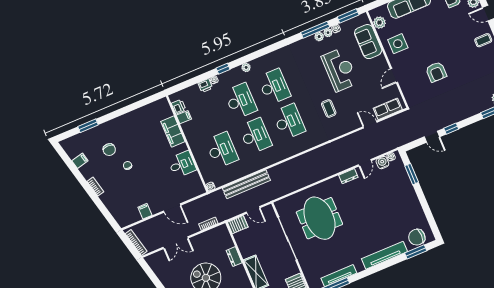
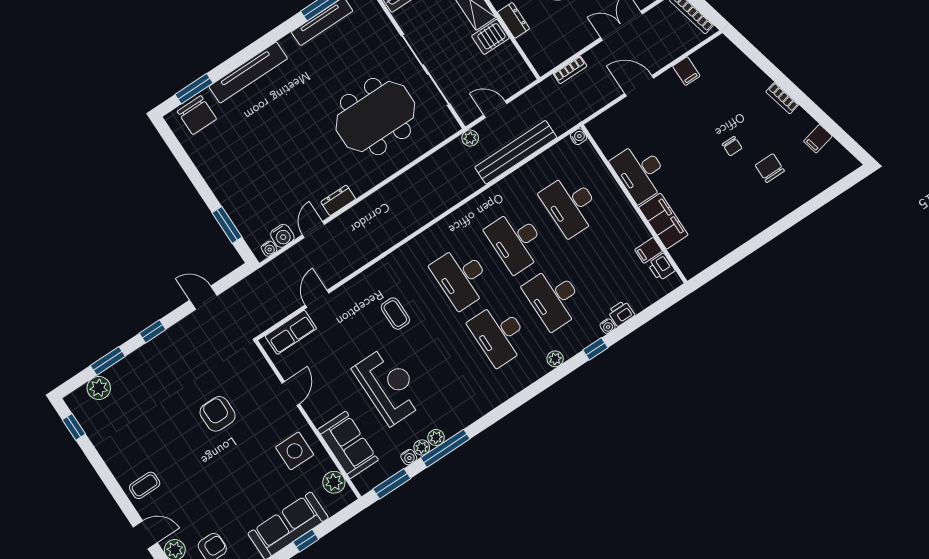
reception desk: (340, 70) -> (389, 386), turned 180
door: (370, 124) -> (317, 299), swing flipped
window: (88, 126) -> (815, 203), removed
window: (451, 129) -> (153, 331), moved
desk: (182, 164) -> (640, 172), width x1.37
plant: (270, 197) -> (470, 138), added
meeting table: (319, 218) -> (375, 117), turned 90
server rack: (238, 225) -> (490, 37), moved
chair: (417, 237) -> (197, 115), turned 90

